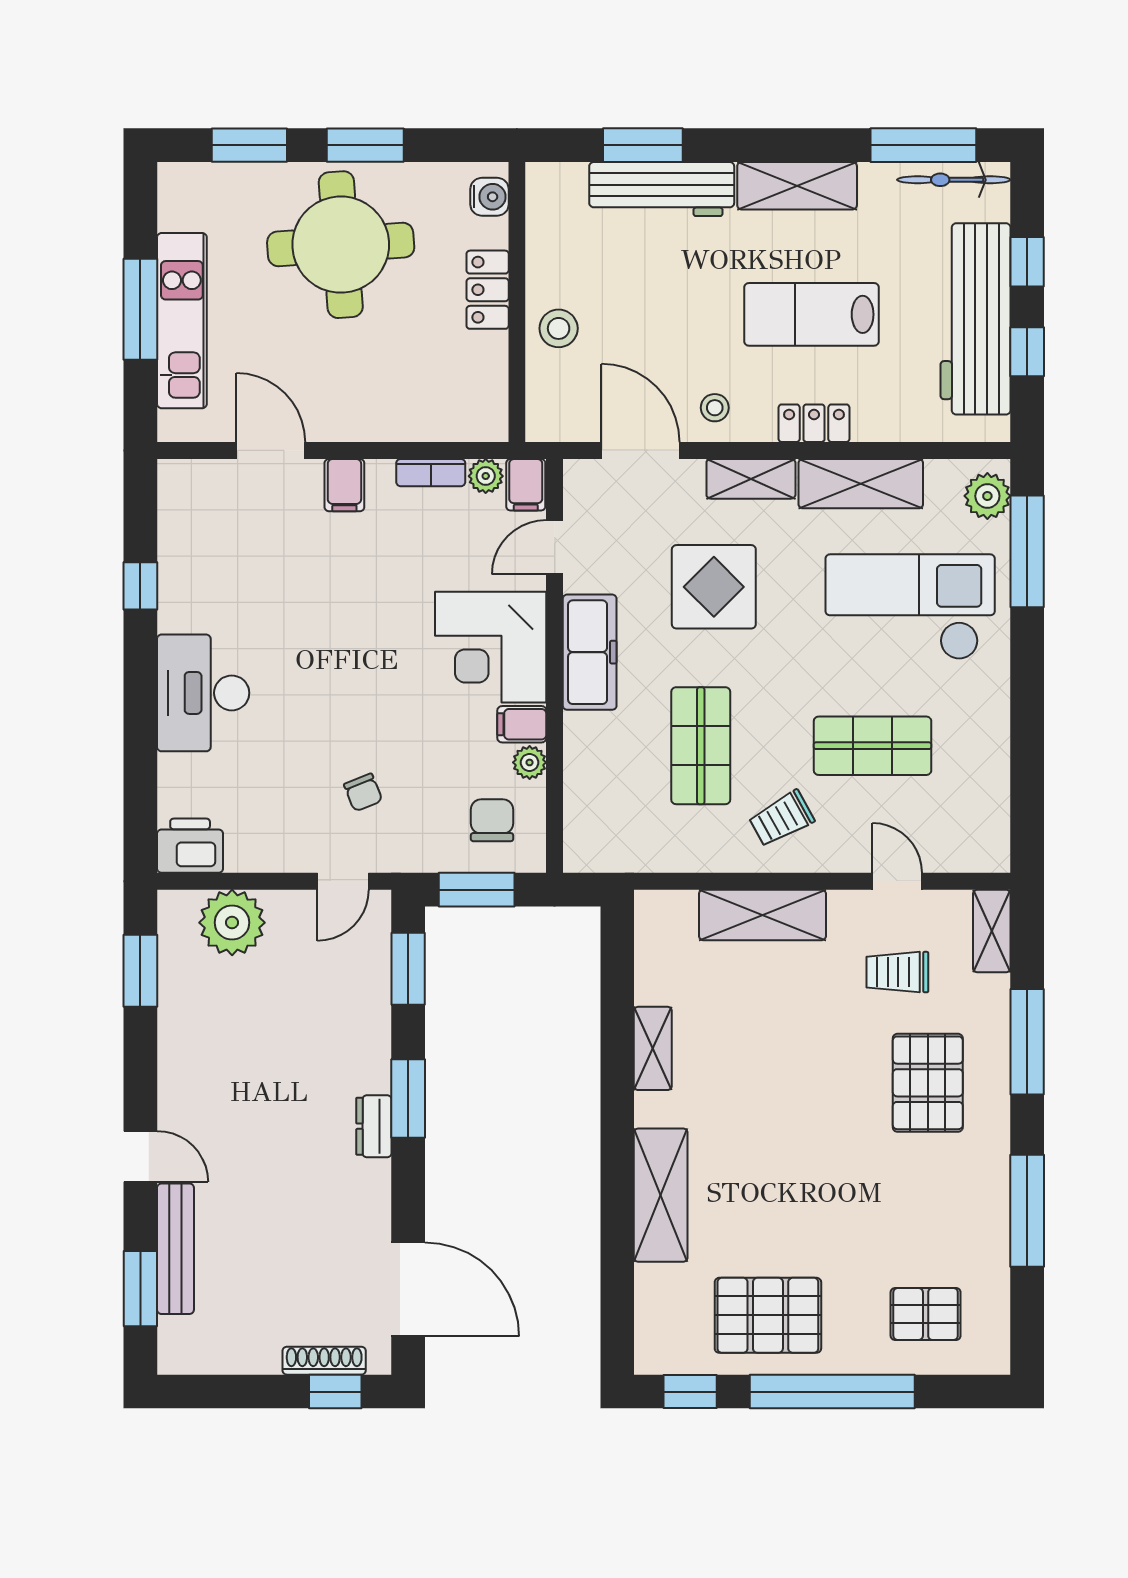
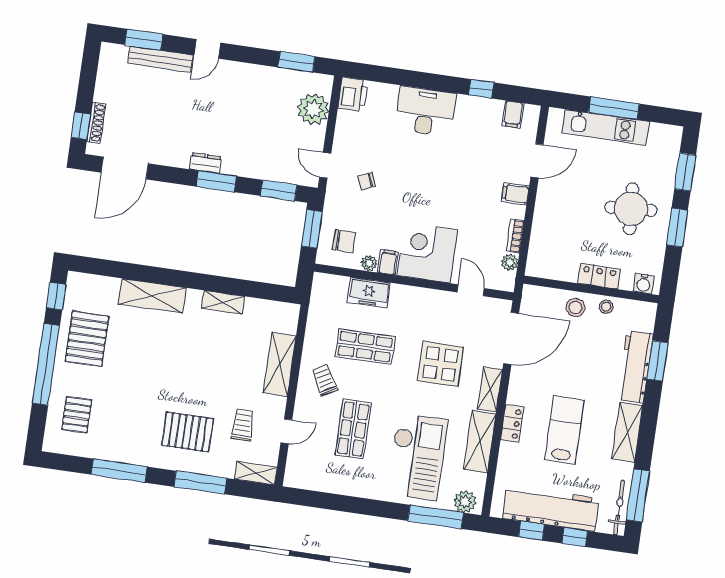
round table: (341, 245) -> (631, 209), width x0.73, depth x0.73
stool: (715, 408) -> (606, 307), moved
door: (640, 450) -> (511, 338), width x1.36
filing cabinet: (526, 485) -> (513, 114), moved, turned -90
freezer: (590, 652) -> (369, 293), moved, width x0.71

